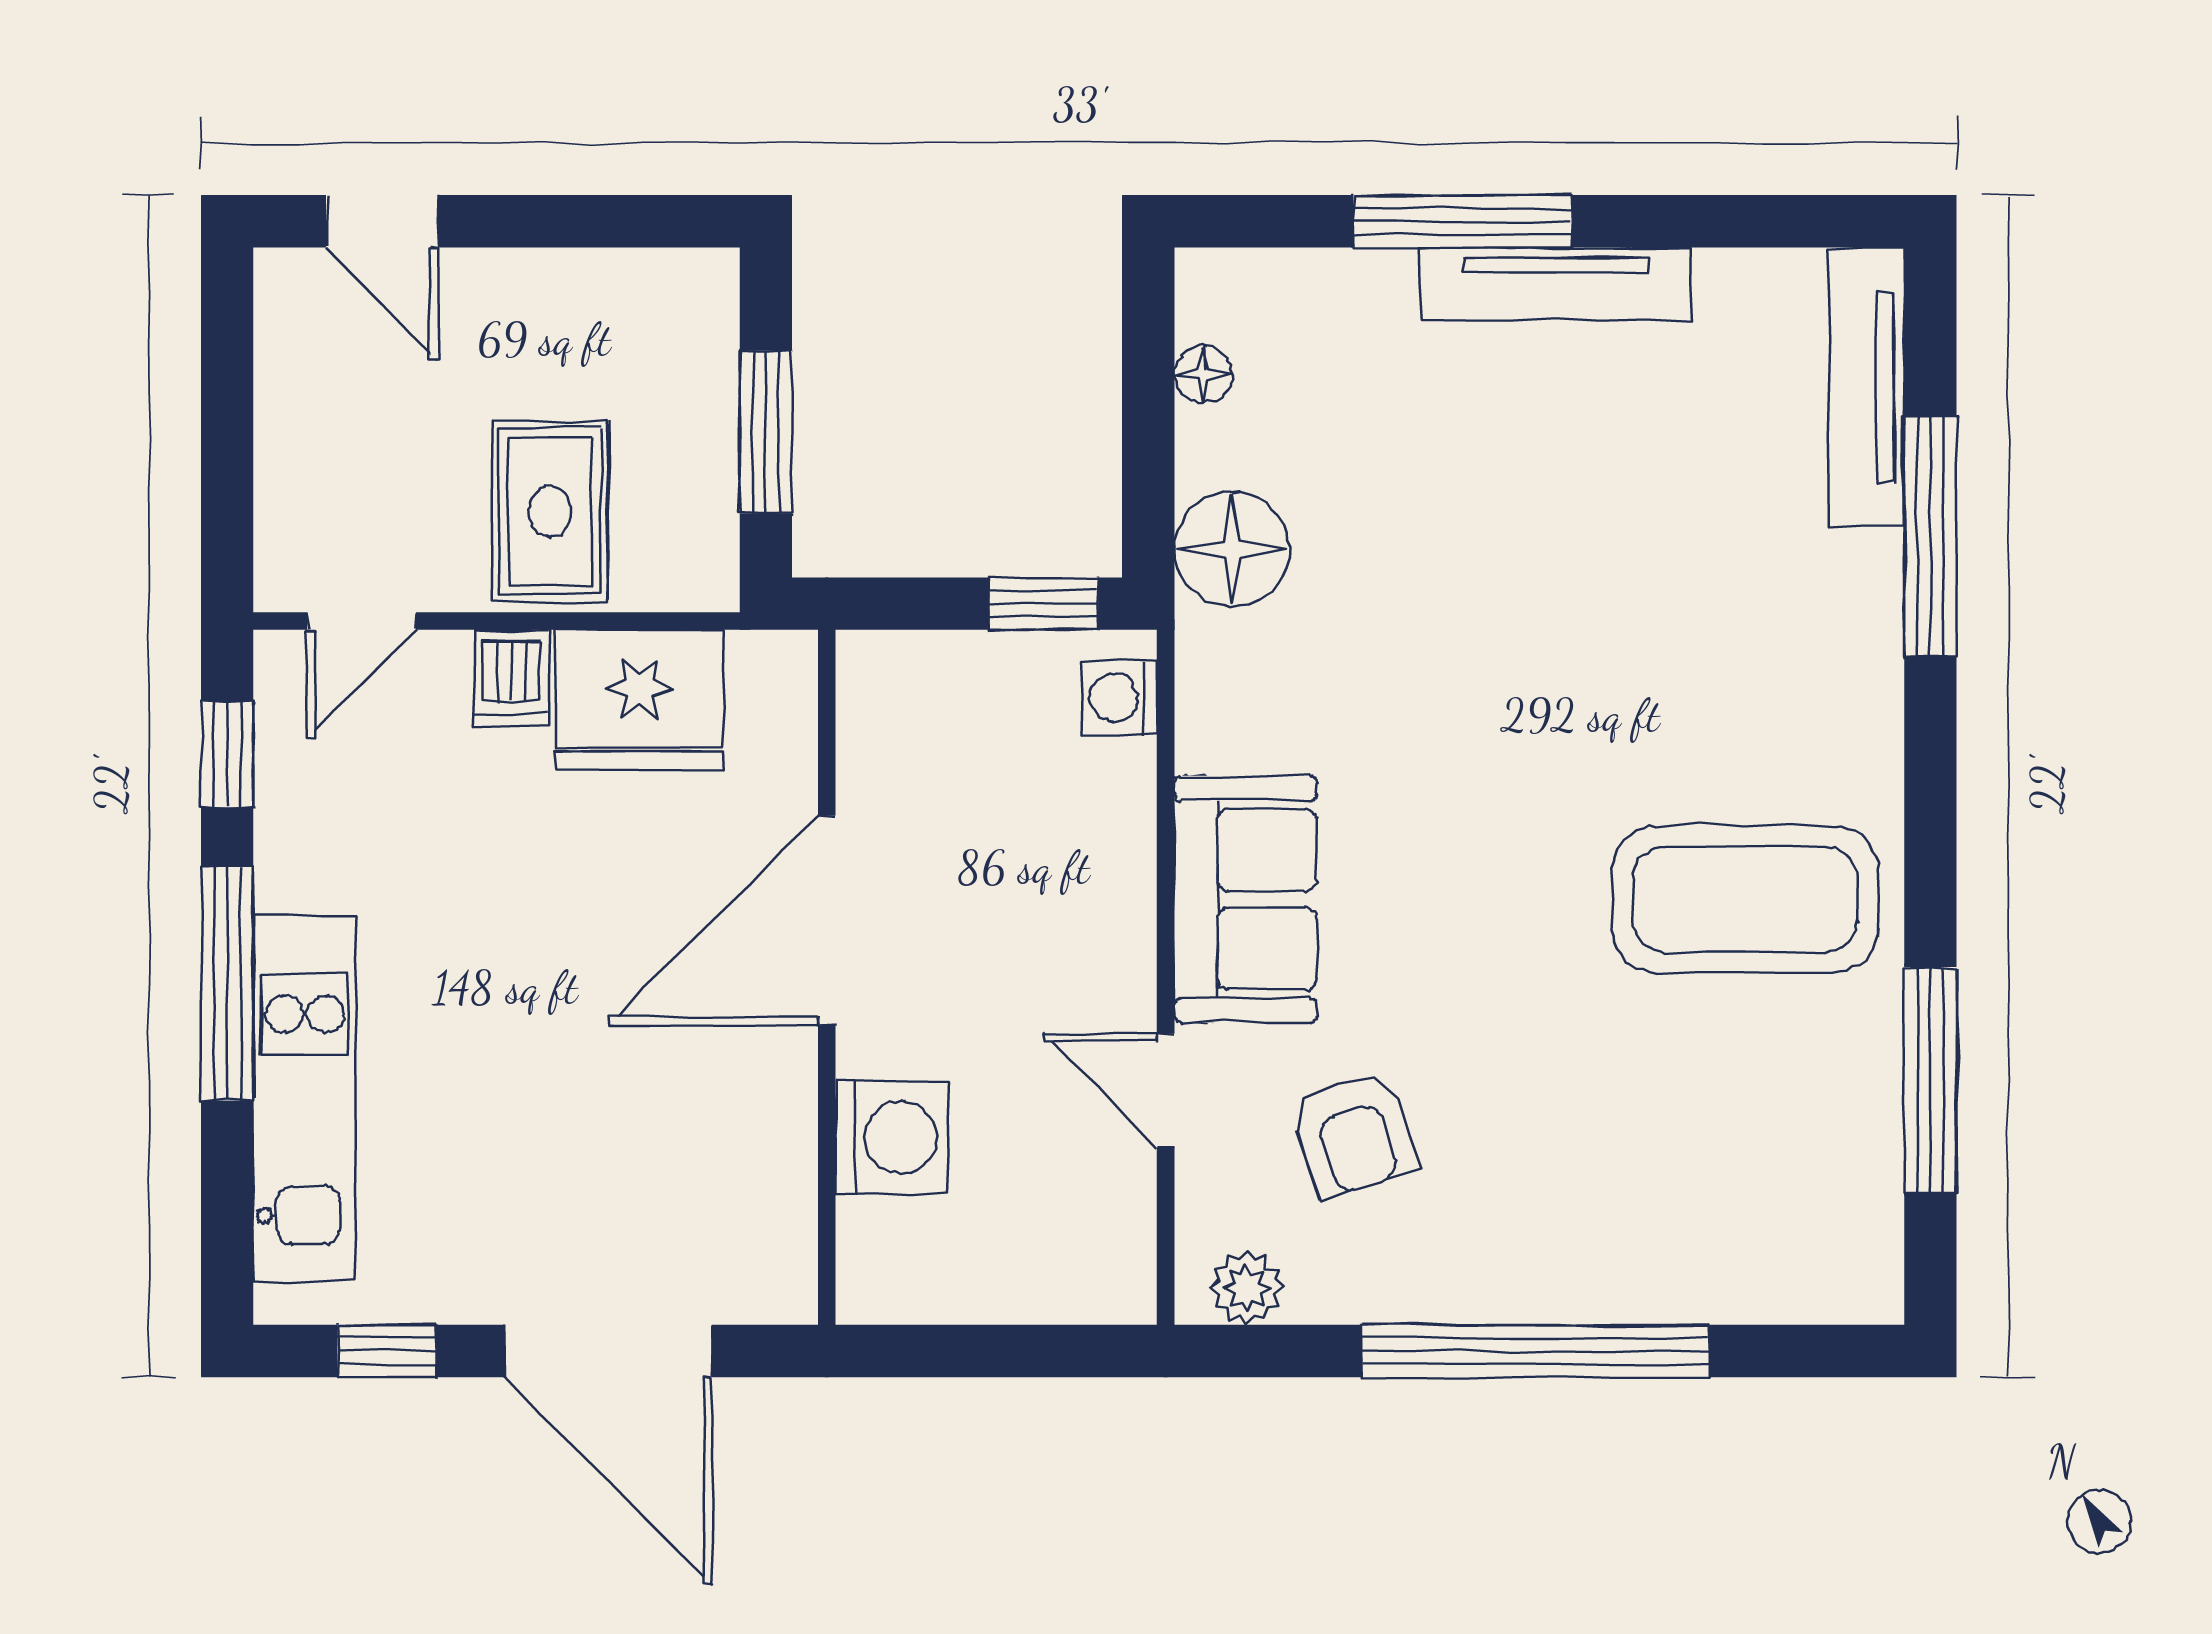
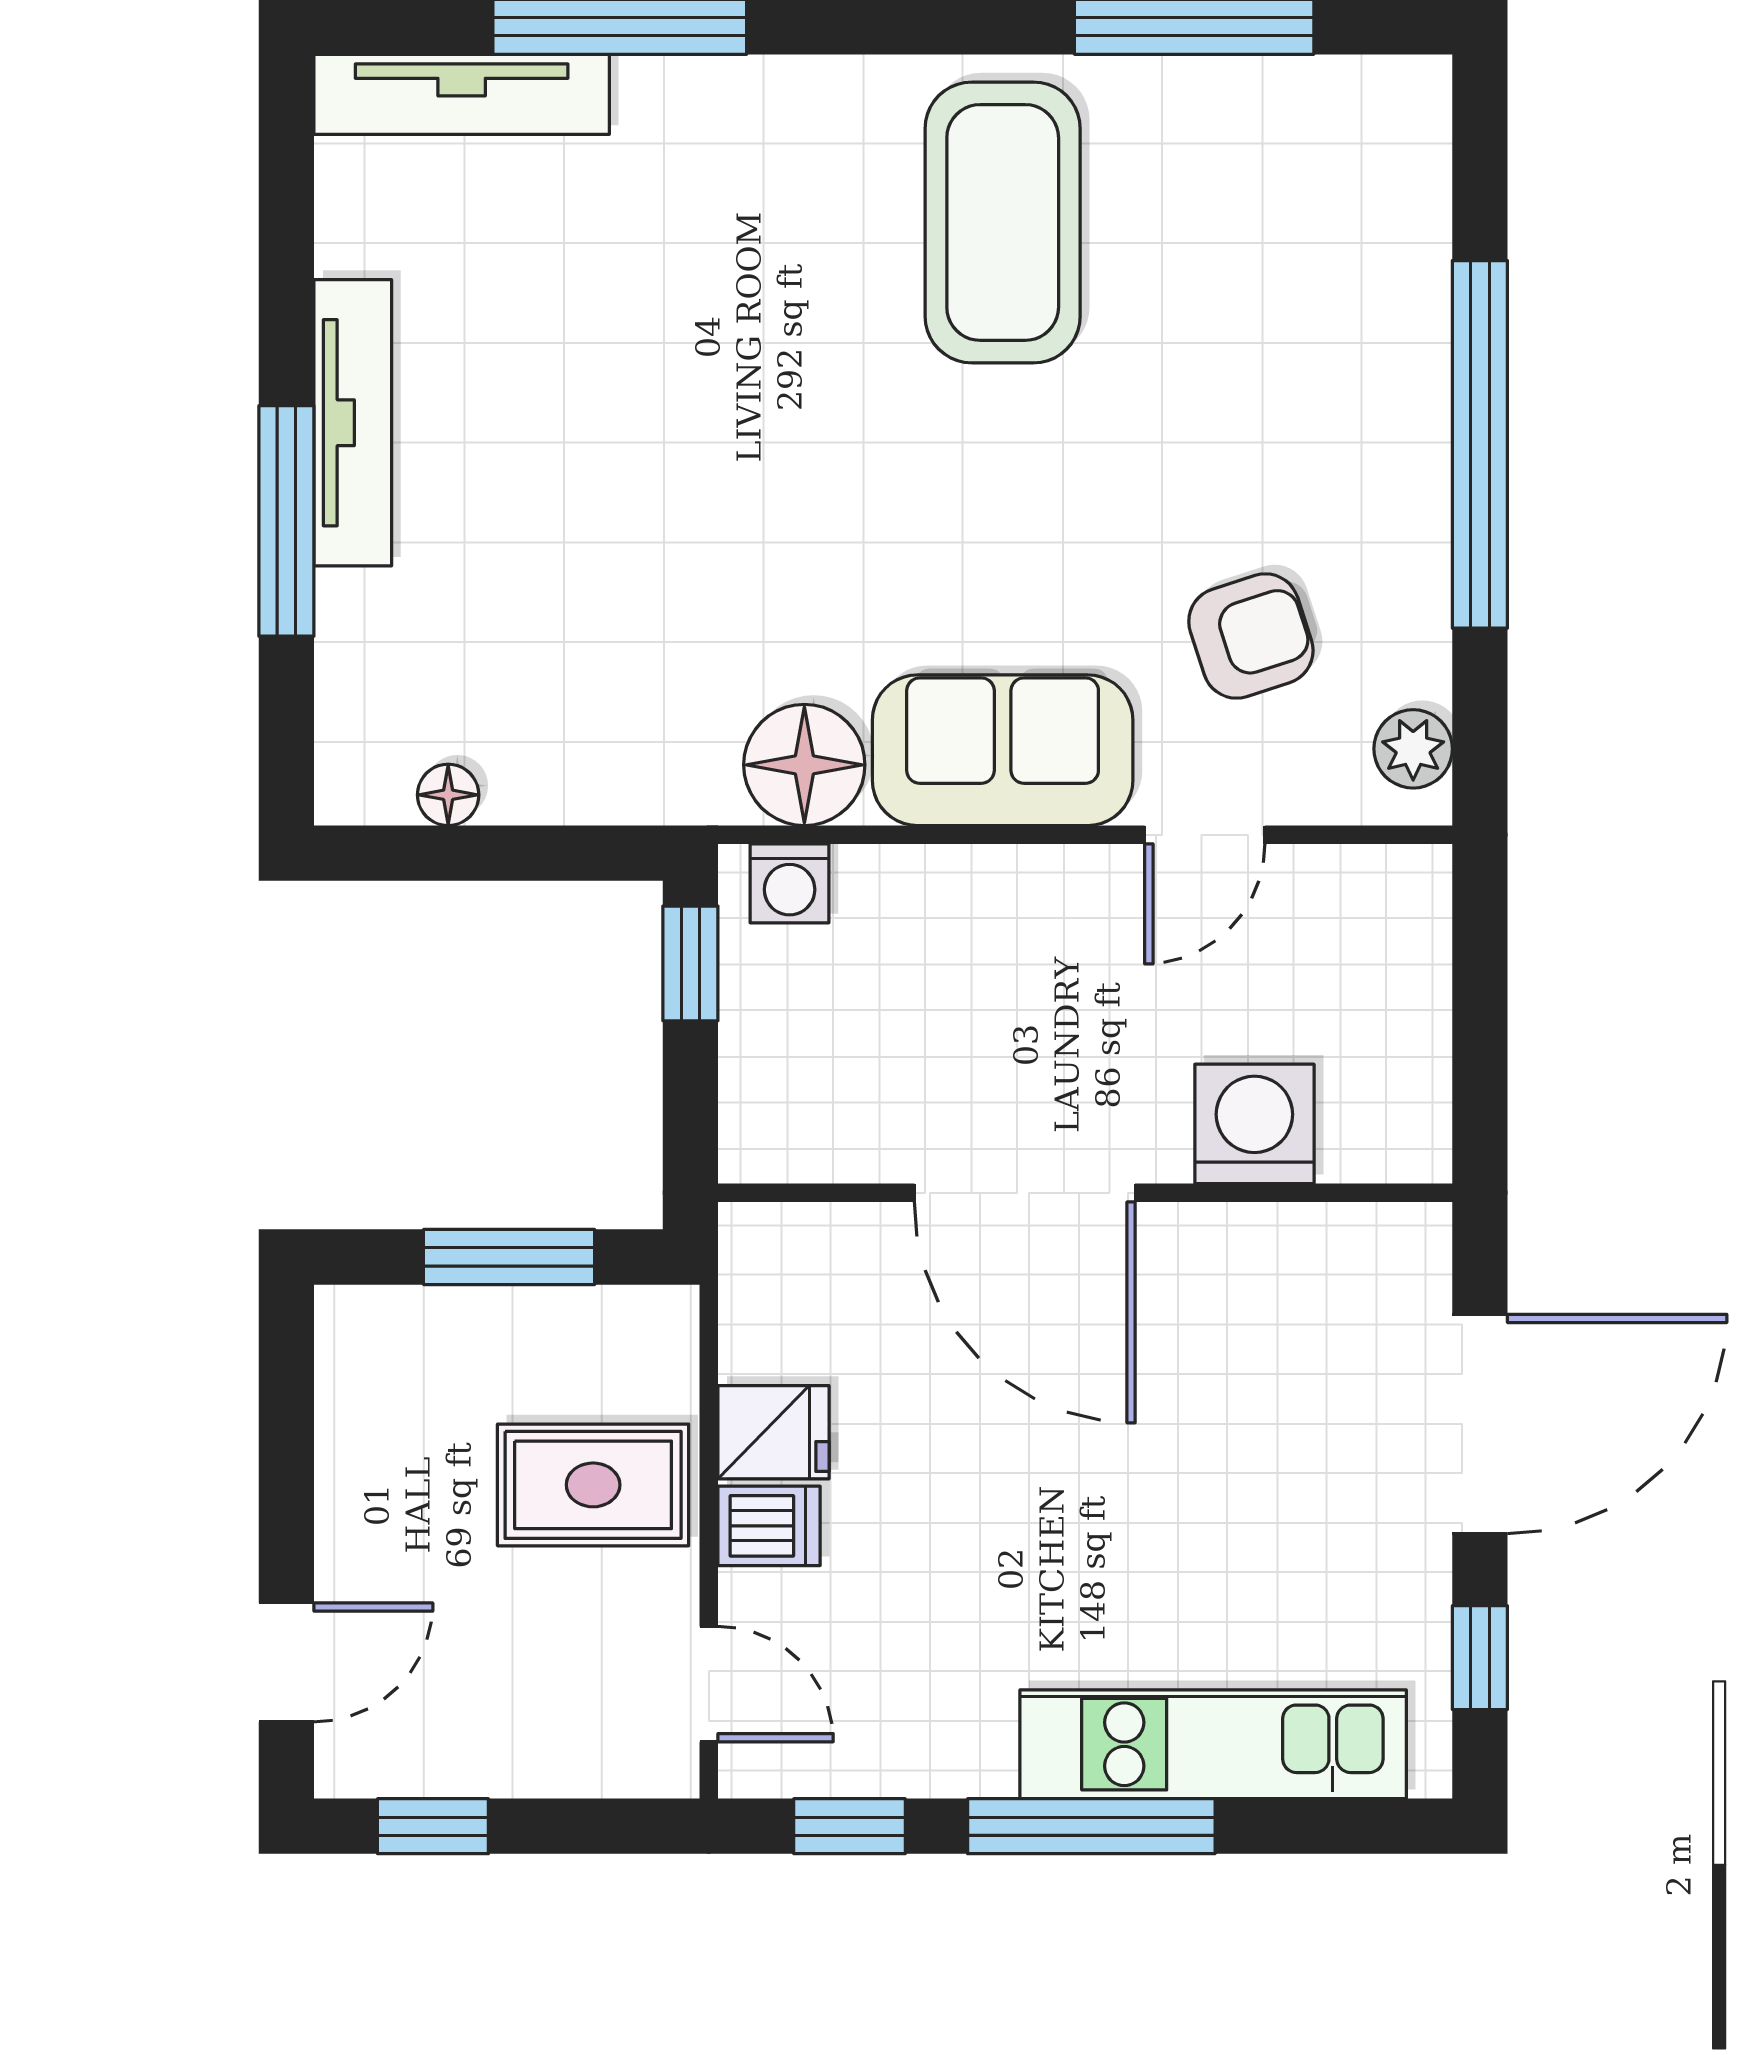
window: (227, 360) -> (433, 1826), added
floor lamp: (1232, 549) -> (804, 765), moved
fridge: (639, 700) -> (774, 1432), width x0.53, depth x0.75

